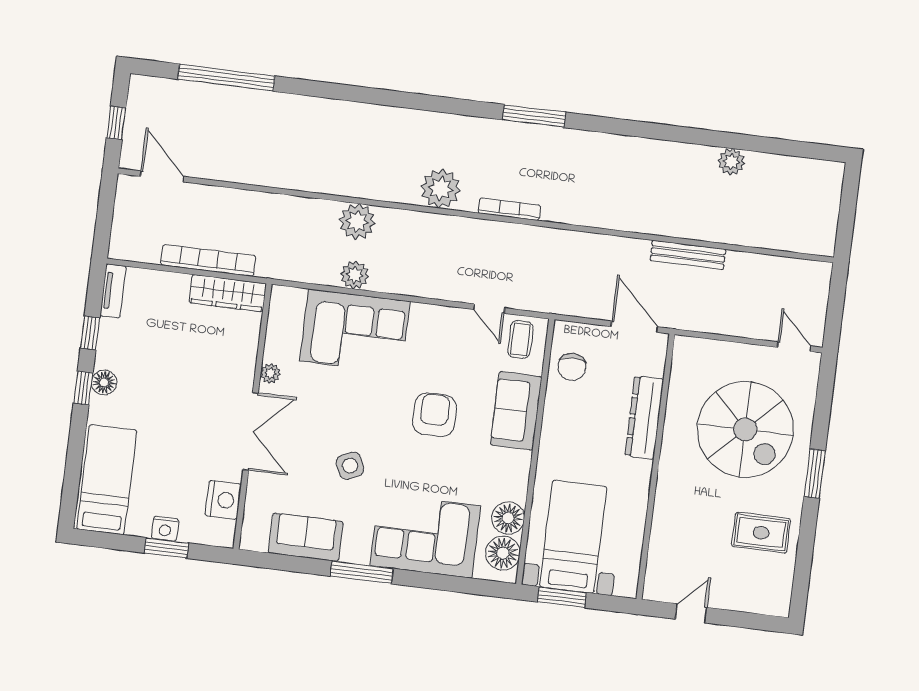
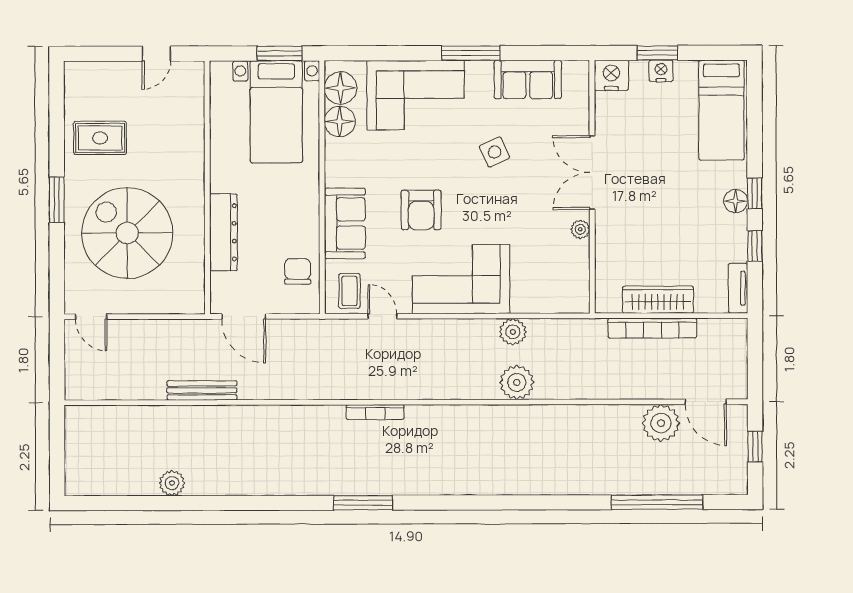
plant: (441, 189) -> (661, 423), moved
wardrobe: (228, 293) -> (658, 300), moved
corner sofa: (355, 331) -> (461, 279), moved
nightstand: (223, 500) -> (611, 75), moved, turned 90

